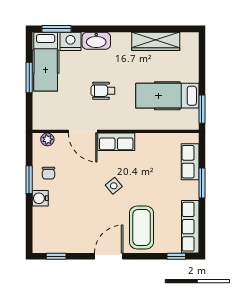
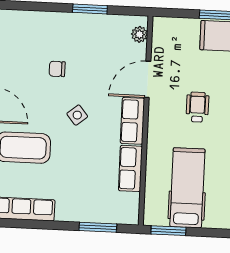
row of seats: (190, 162) -> (130, 168), moved, turned -90
chair: (48, 173) -> (57, 69), moved
window: (202, 183) -> (98, 227), moved
water cooler: (40, 198) -> (66, 22), removed

